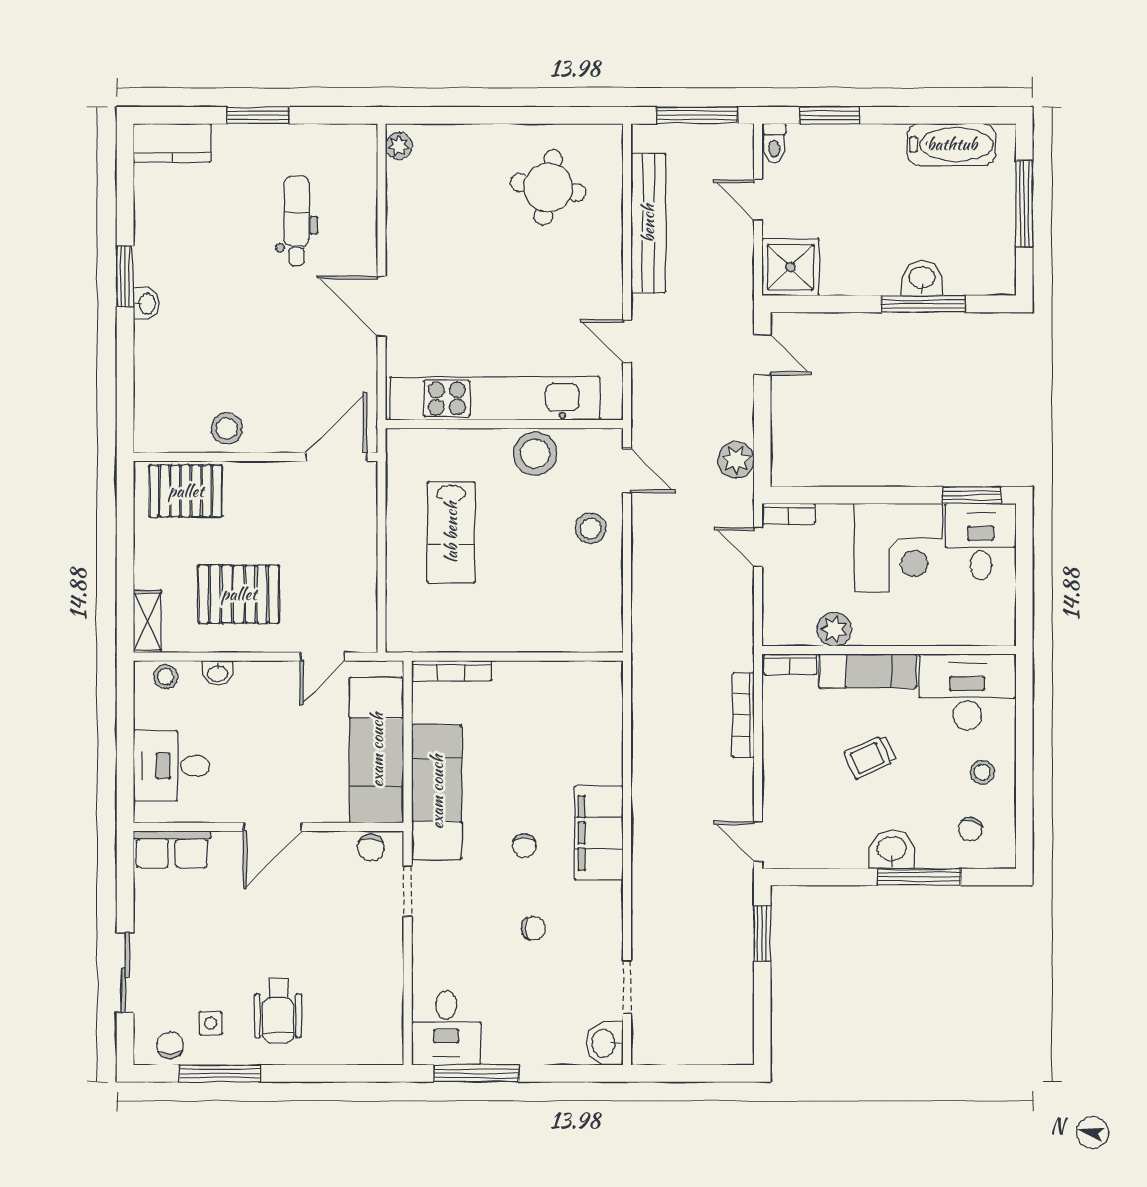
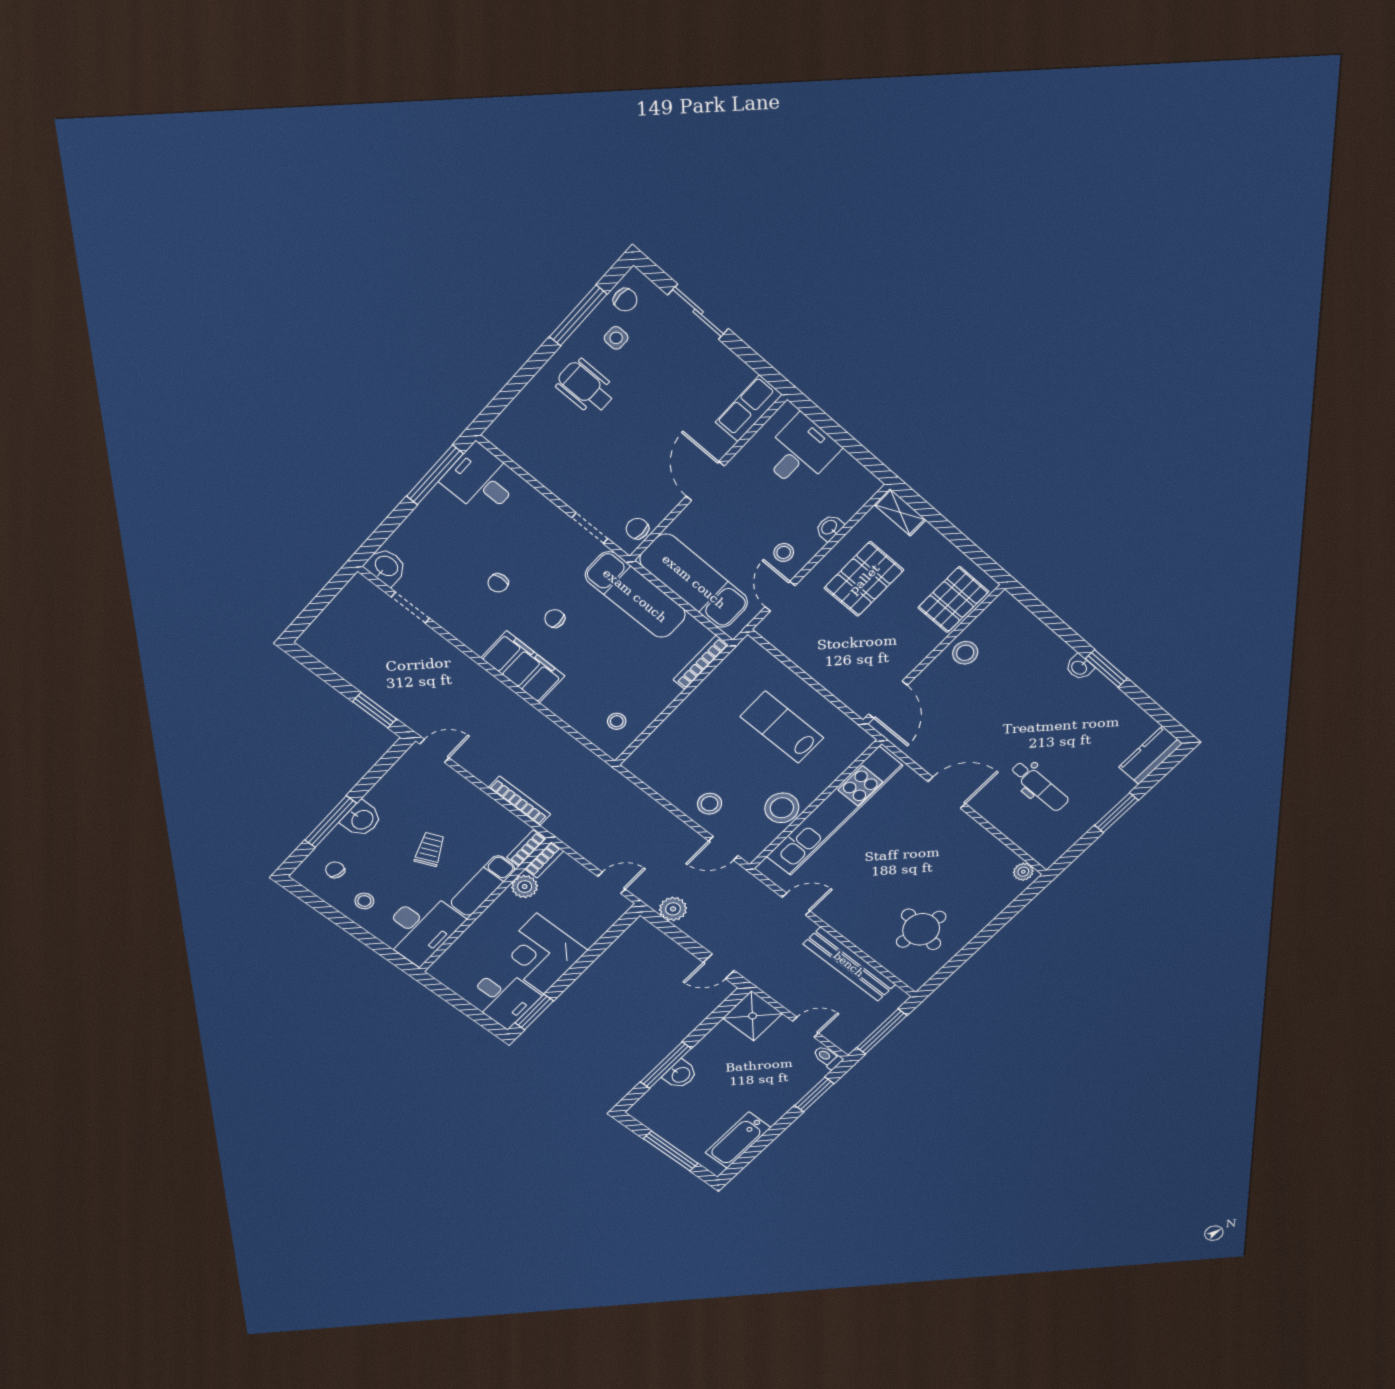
bookcase: (788, 514) -> (544, 860), moved, turned 180
stool: (166, 677) -> (784, 552), moved
stool: (580, 696) -> (617, 721), added

